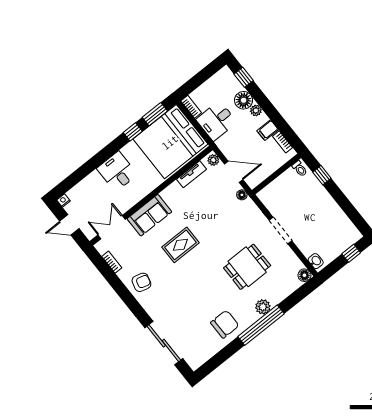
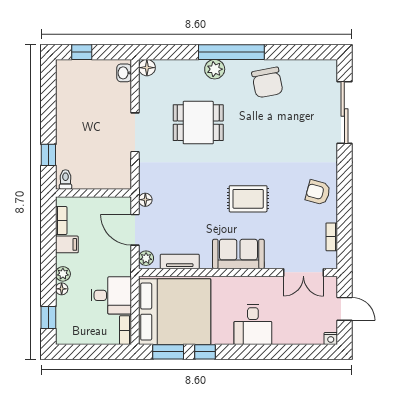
floor lamp: (244, 100) -> (62, 289), width x0.53, depth x0.53
sofa: (149, 215) -> (238, 254), moved
chair: (225, 324) -> (267, 83), turned -101

